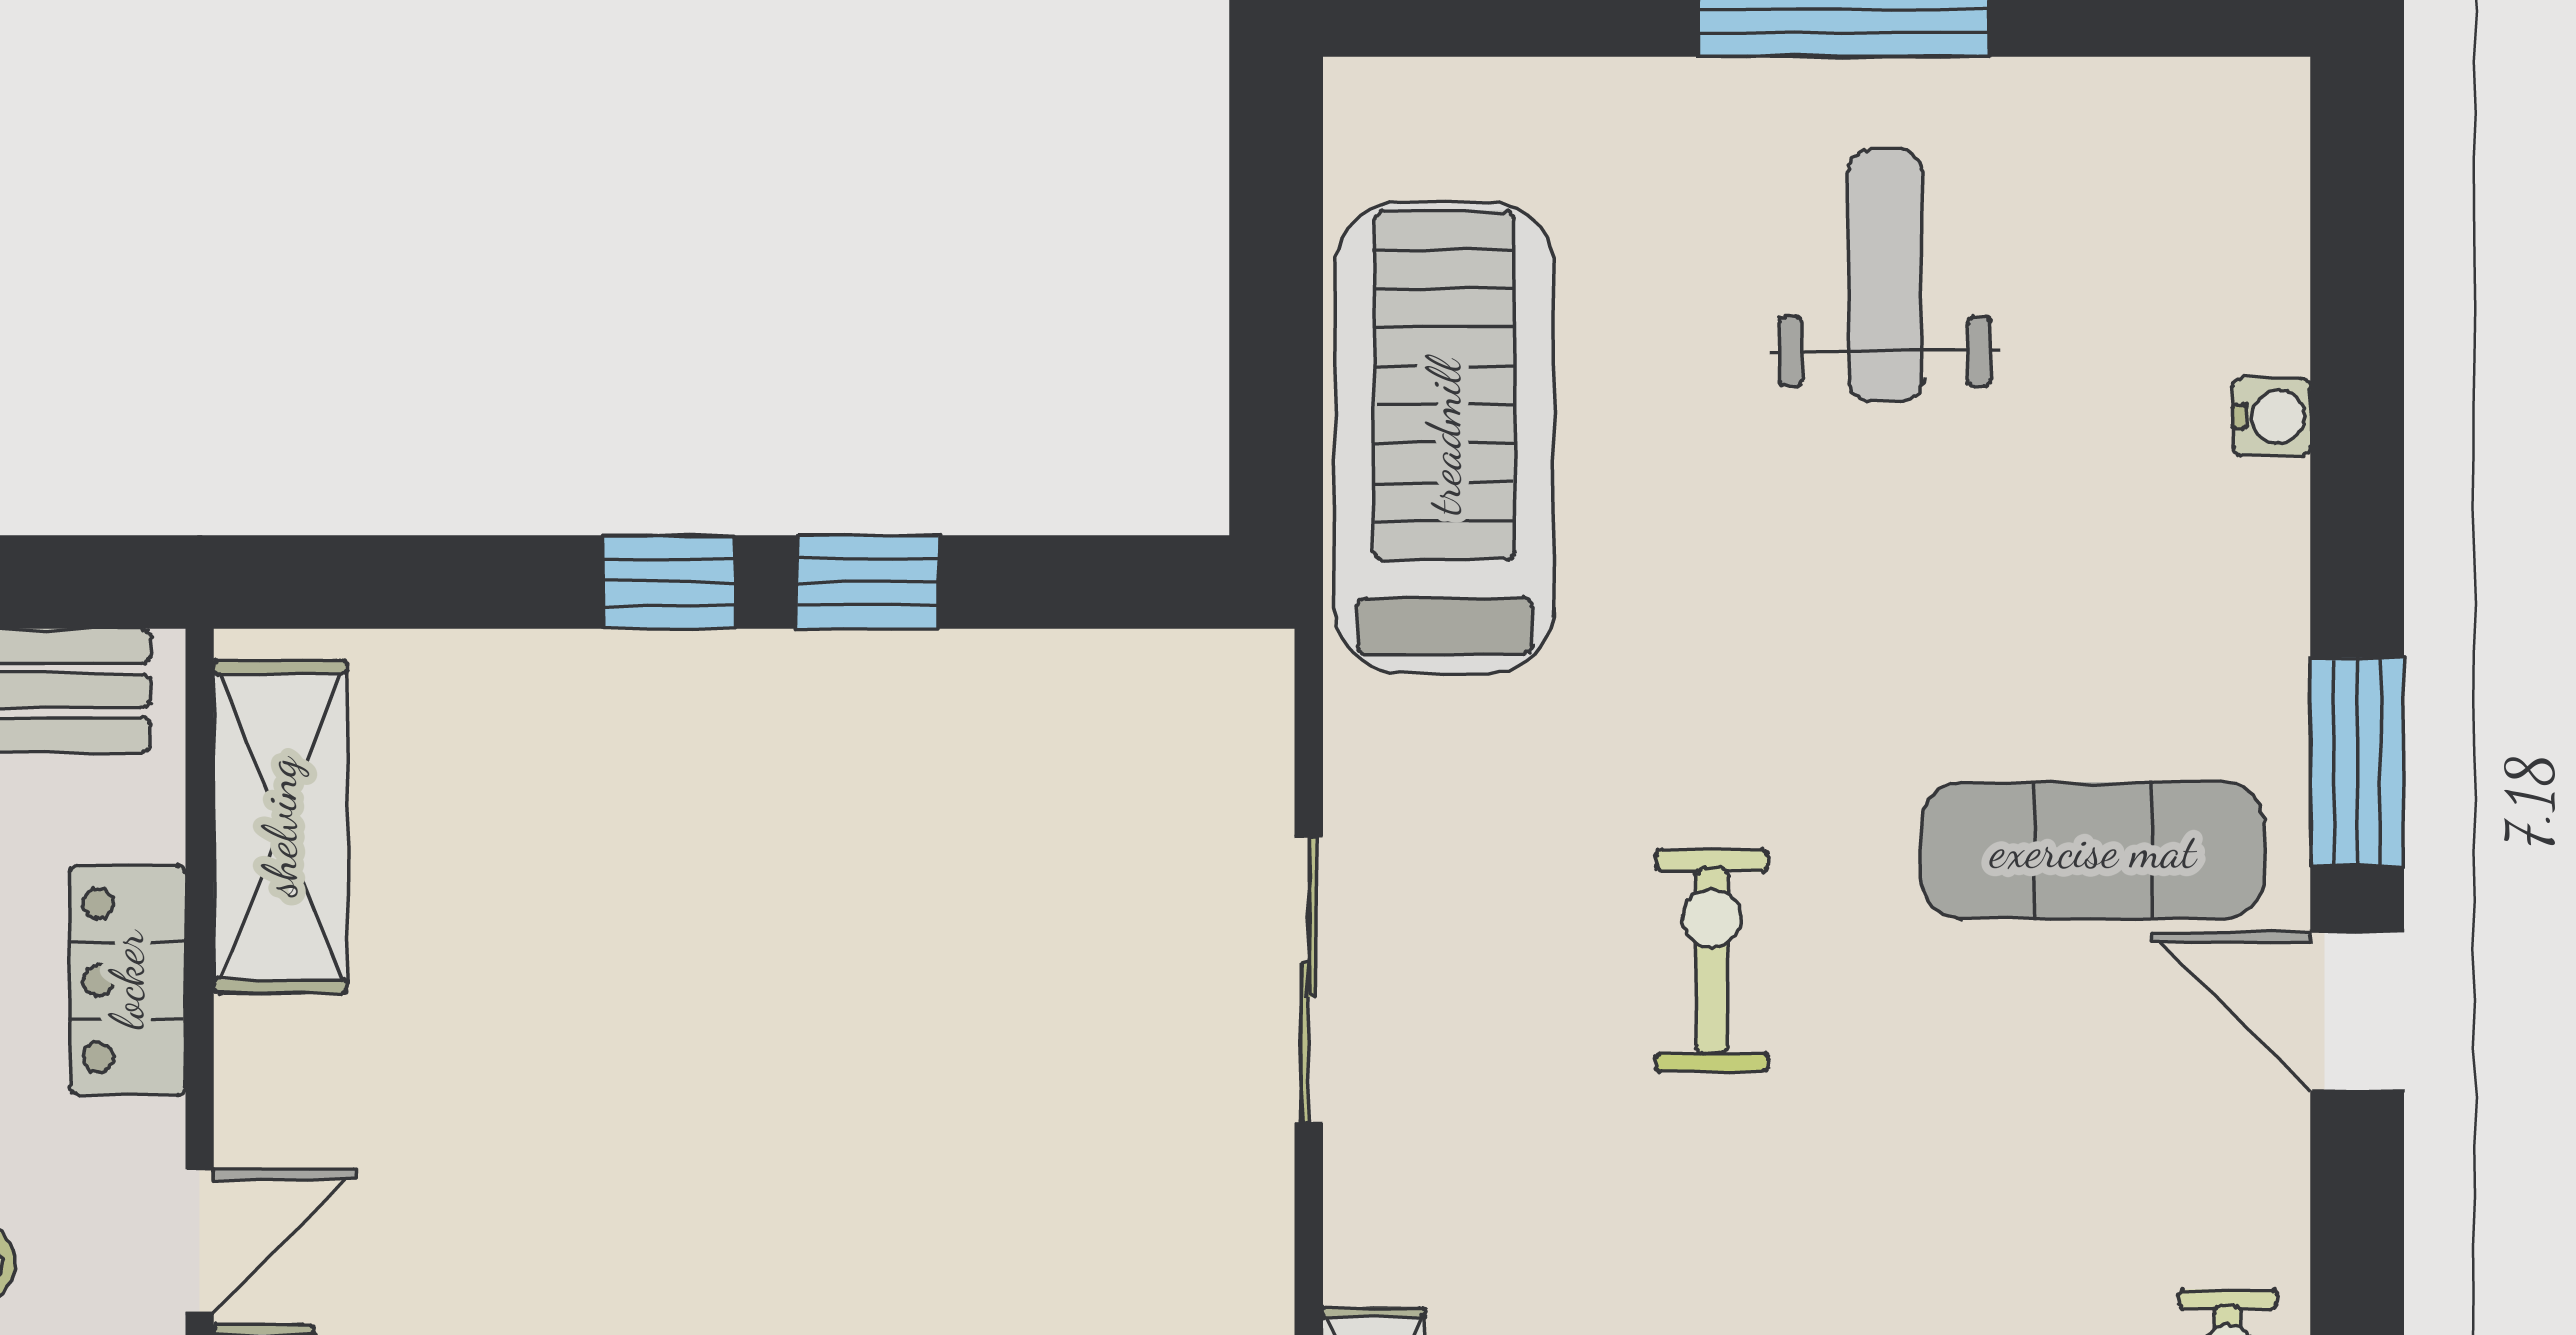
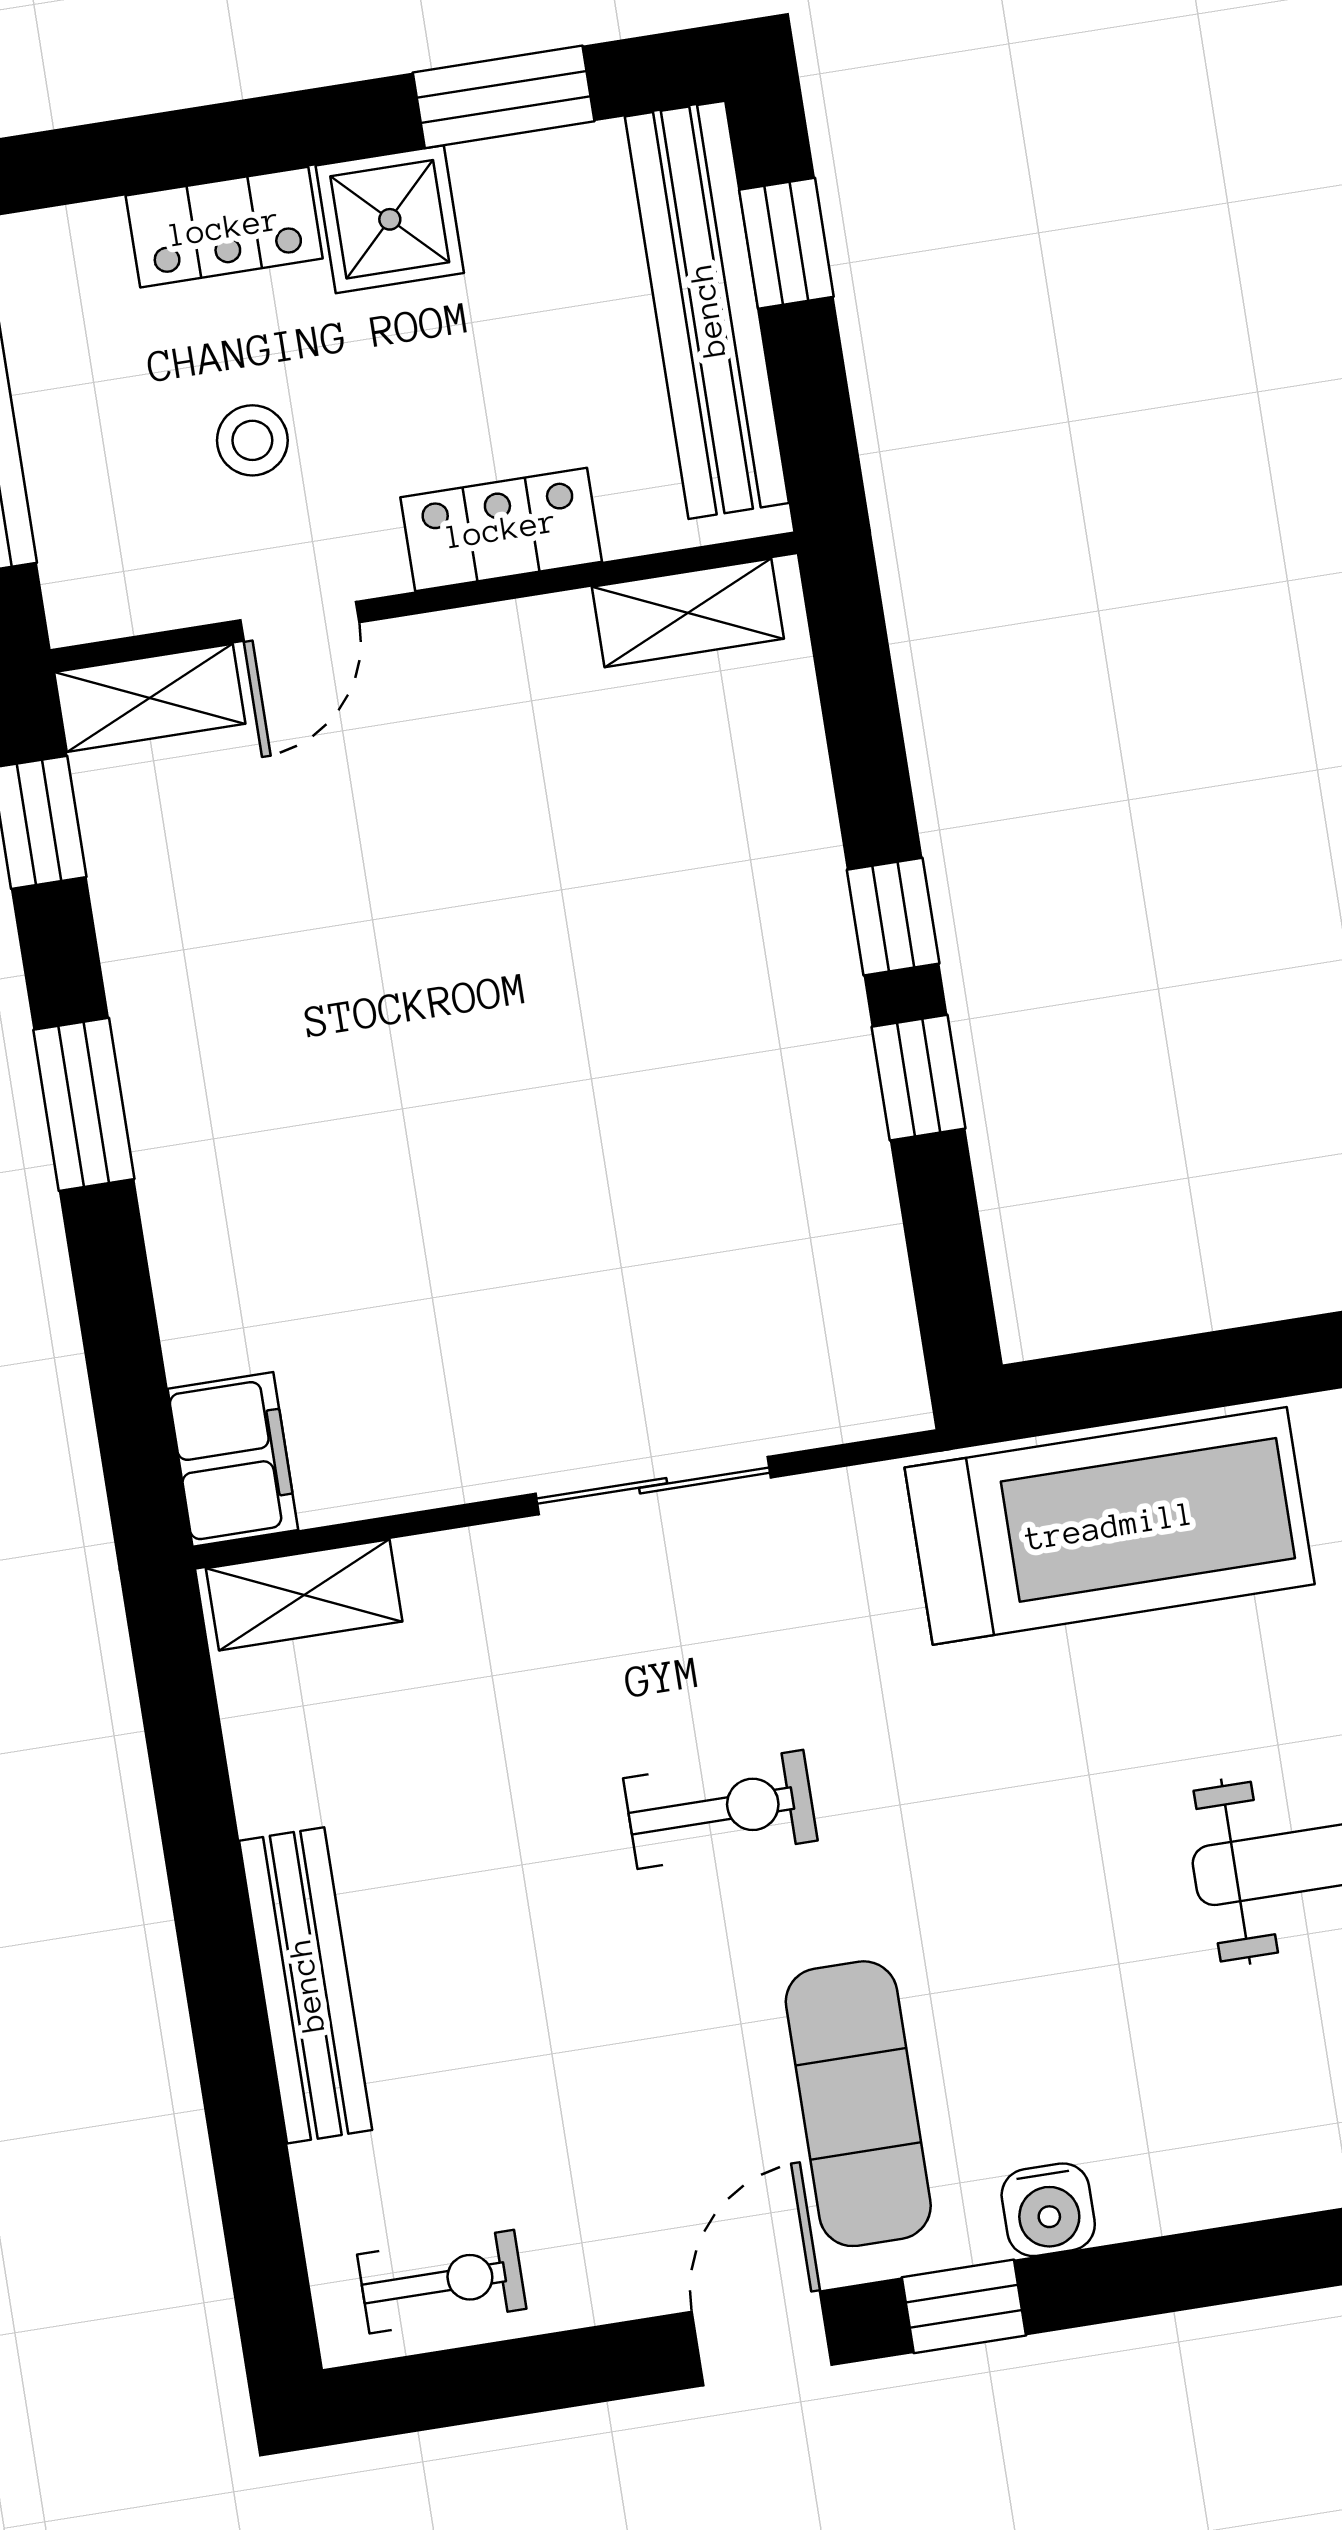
water cooler: (2272, 417) -> (1048, 2210), moved, width x1.38, depth x1.38
window: (2357, 762) -> (964, 2306), width x0.67
shelving: (280, 827) -> (688, 613), width x0.67, depth x0.75
door: (200, 1241) -> (300, 621), hinge flipped

